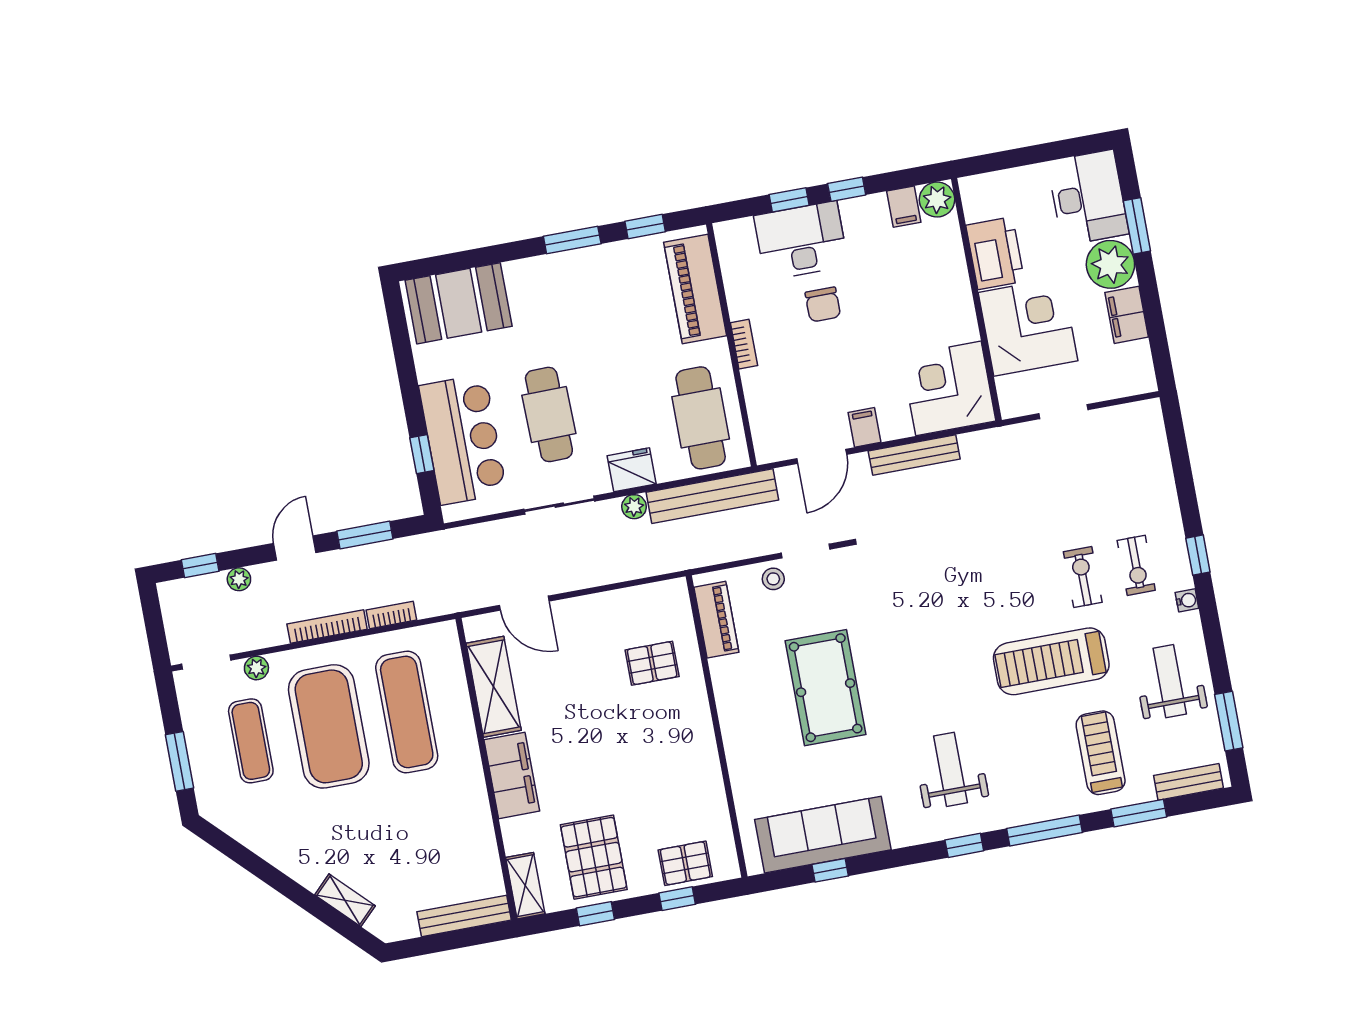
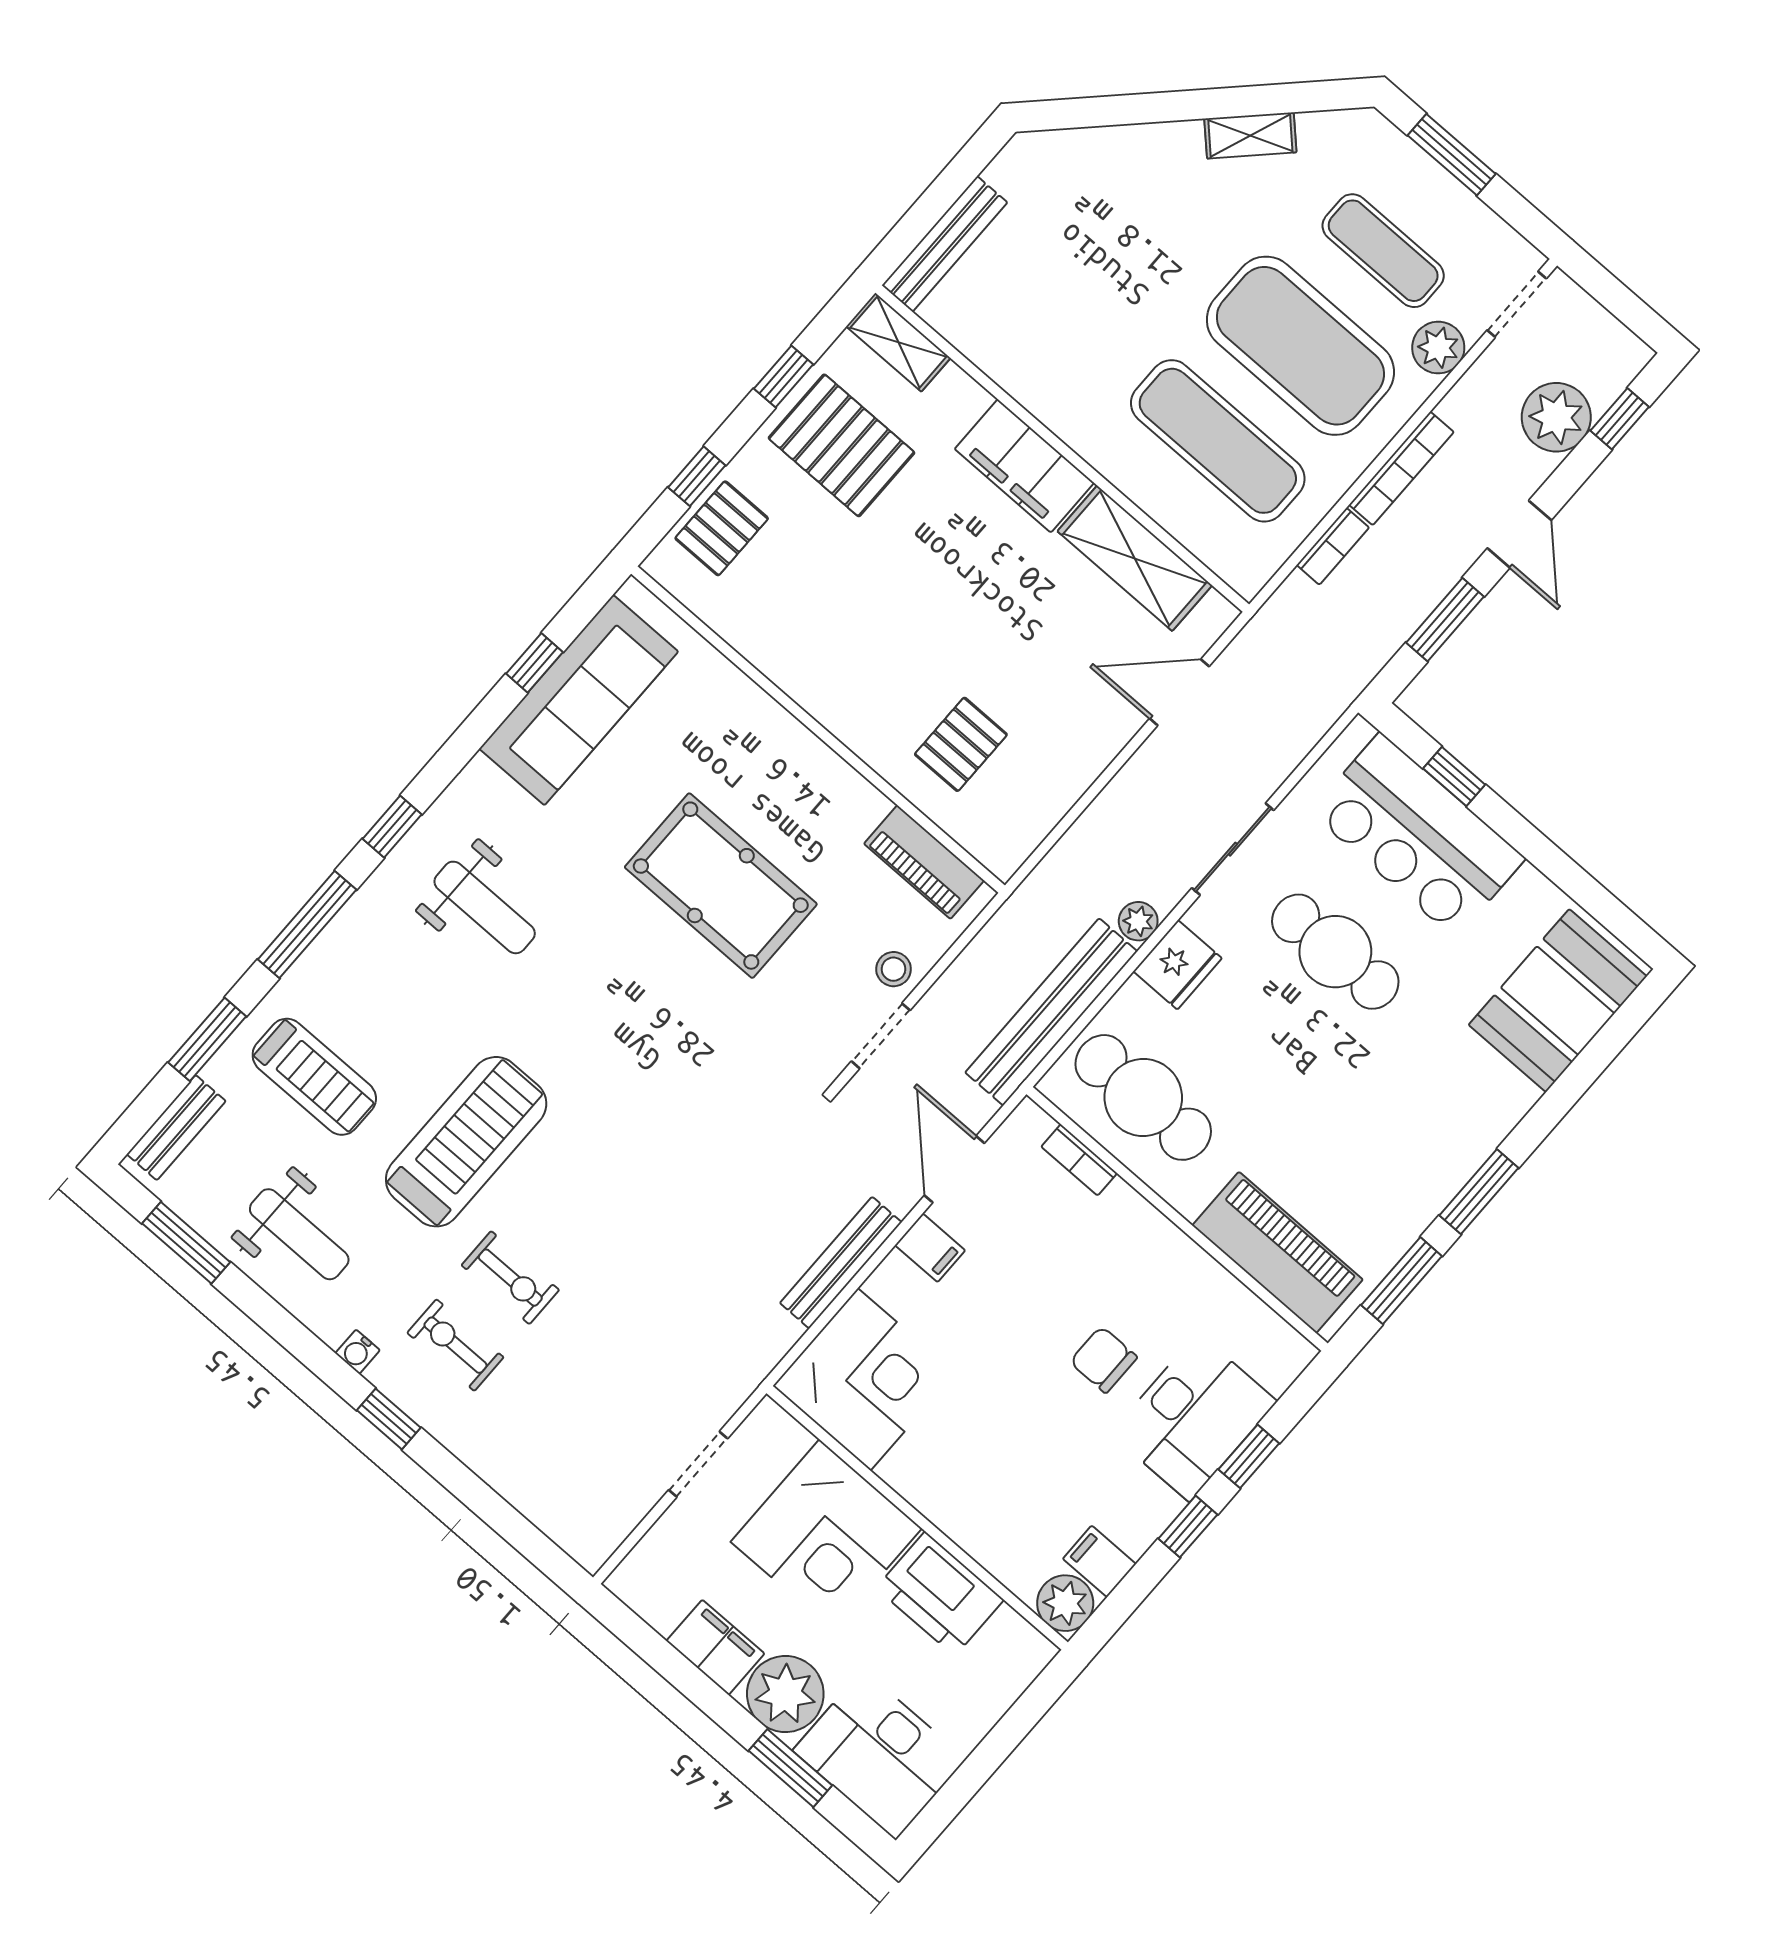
window: (645, 227) -> (1402, 1281), width x1.50
bookcase: (744, 344) -> (1079, 1160), moved
plant: (239, 579) -> (1556, 417), width x1.87, depth x1.87
plant: (256, 668) -> (1438, 348), width x1.38, depth x1.38
shelving: (345, 900) -> (1250, 135), moved

